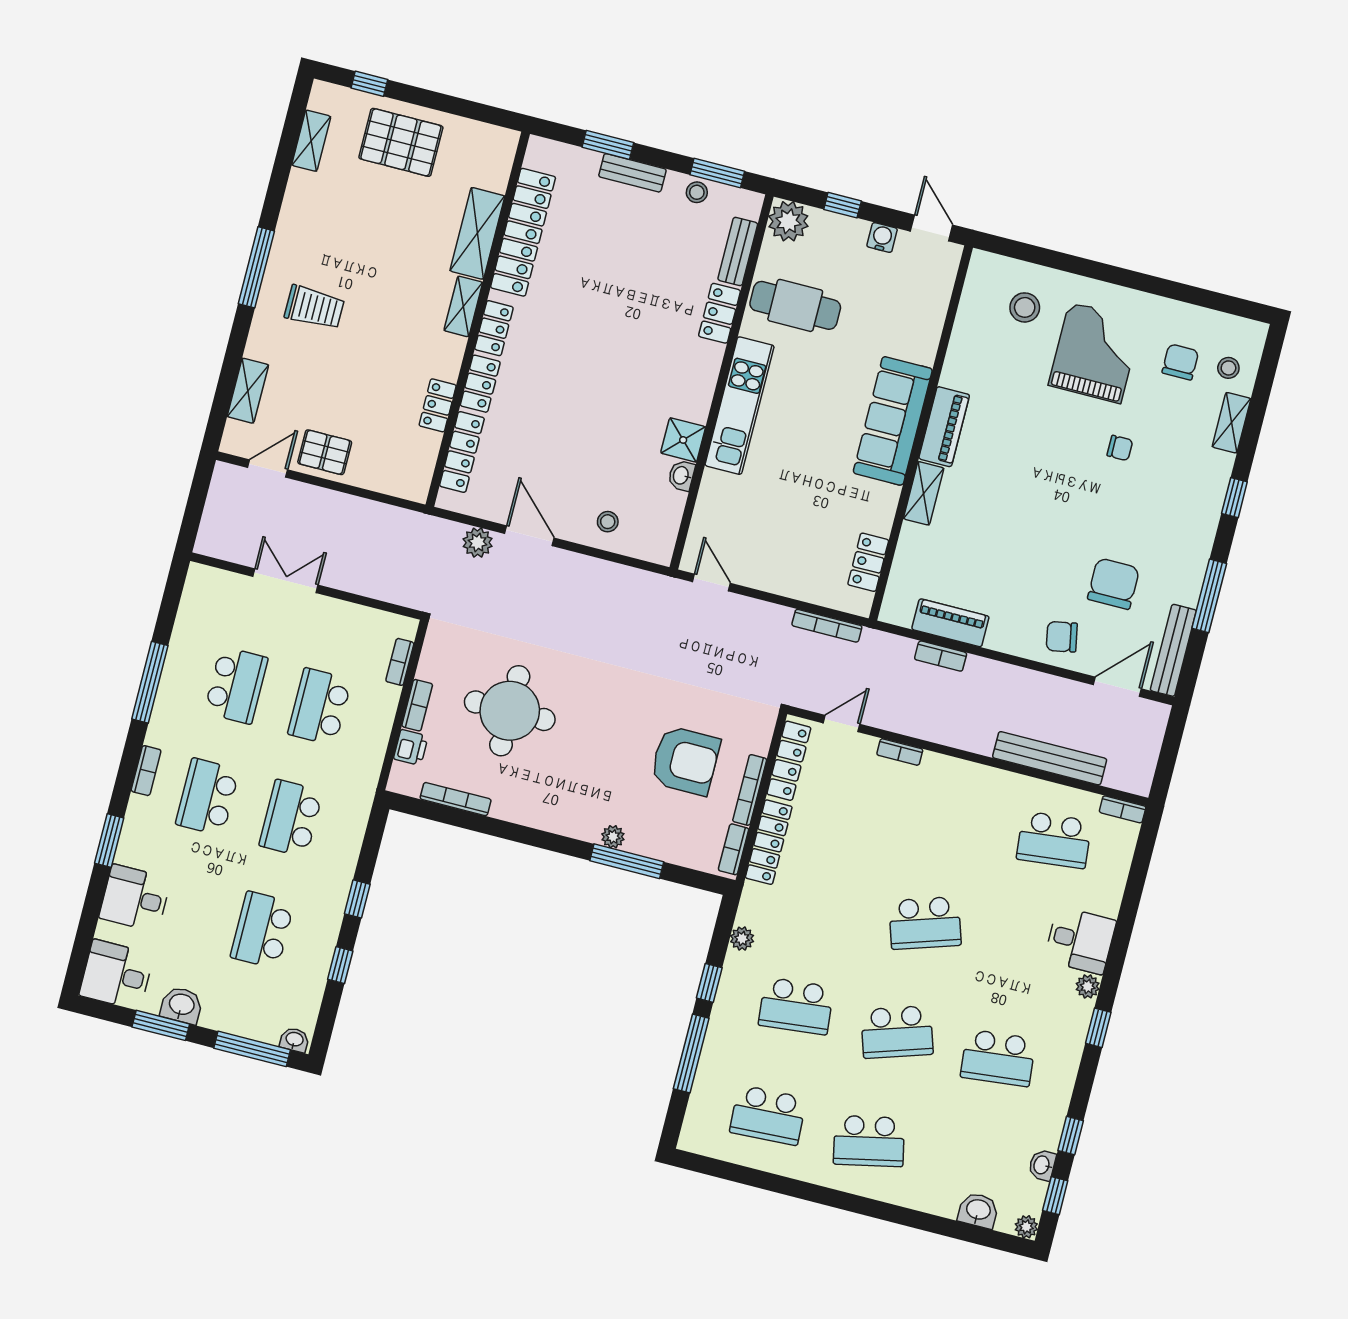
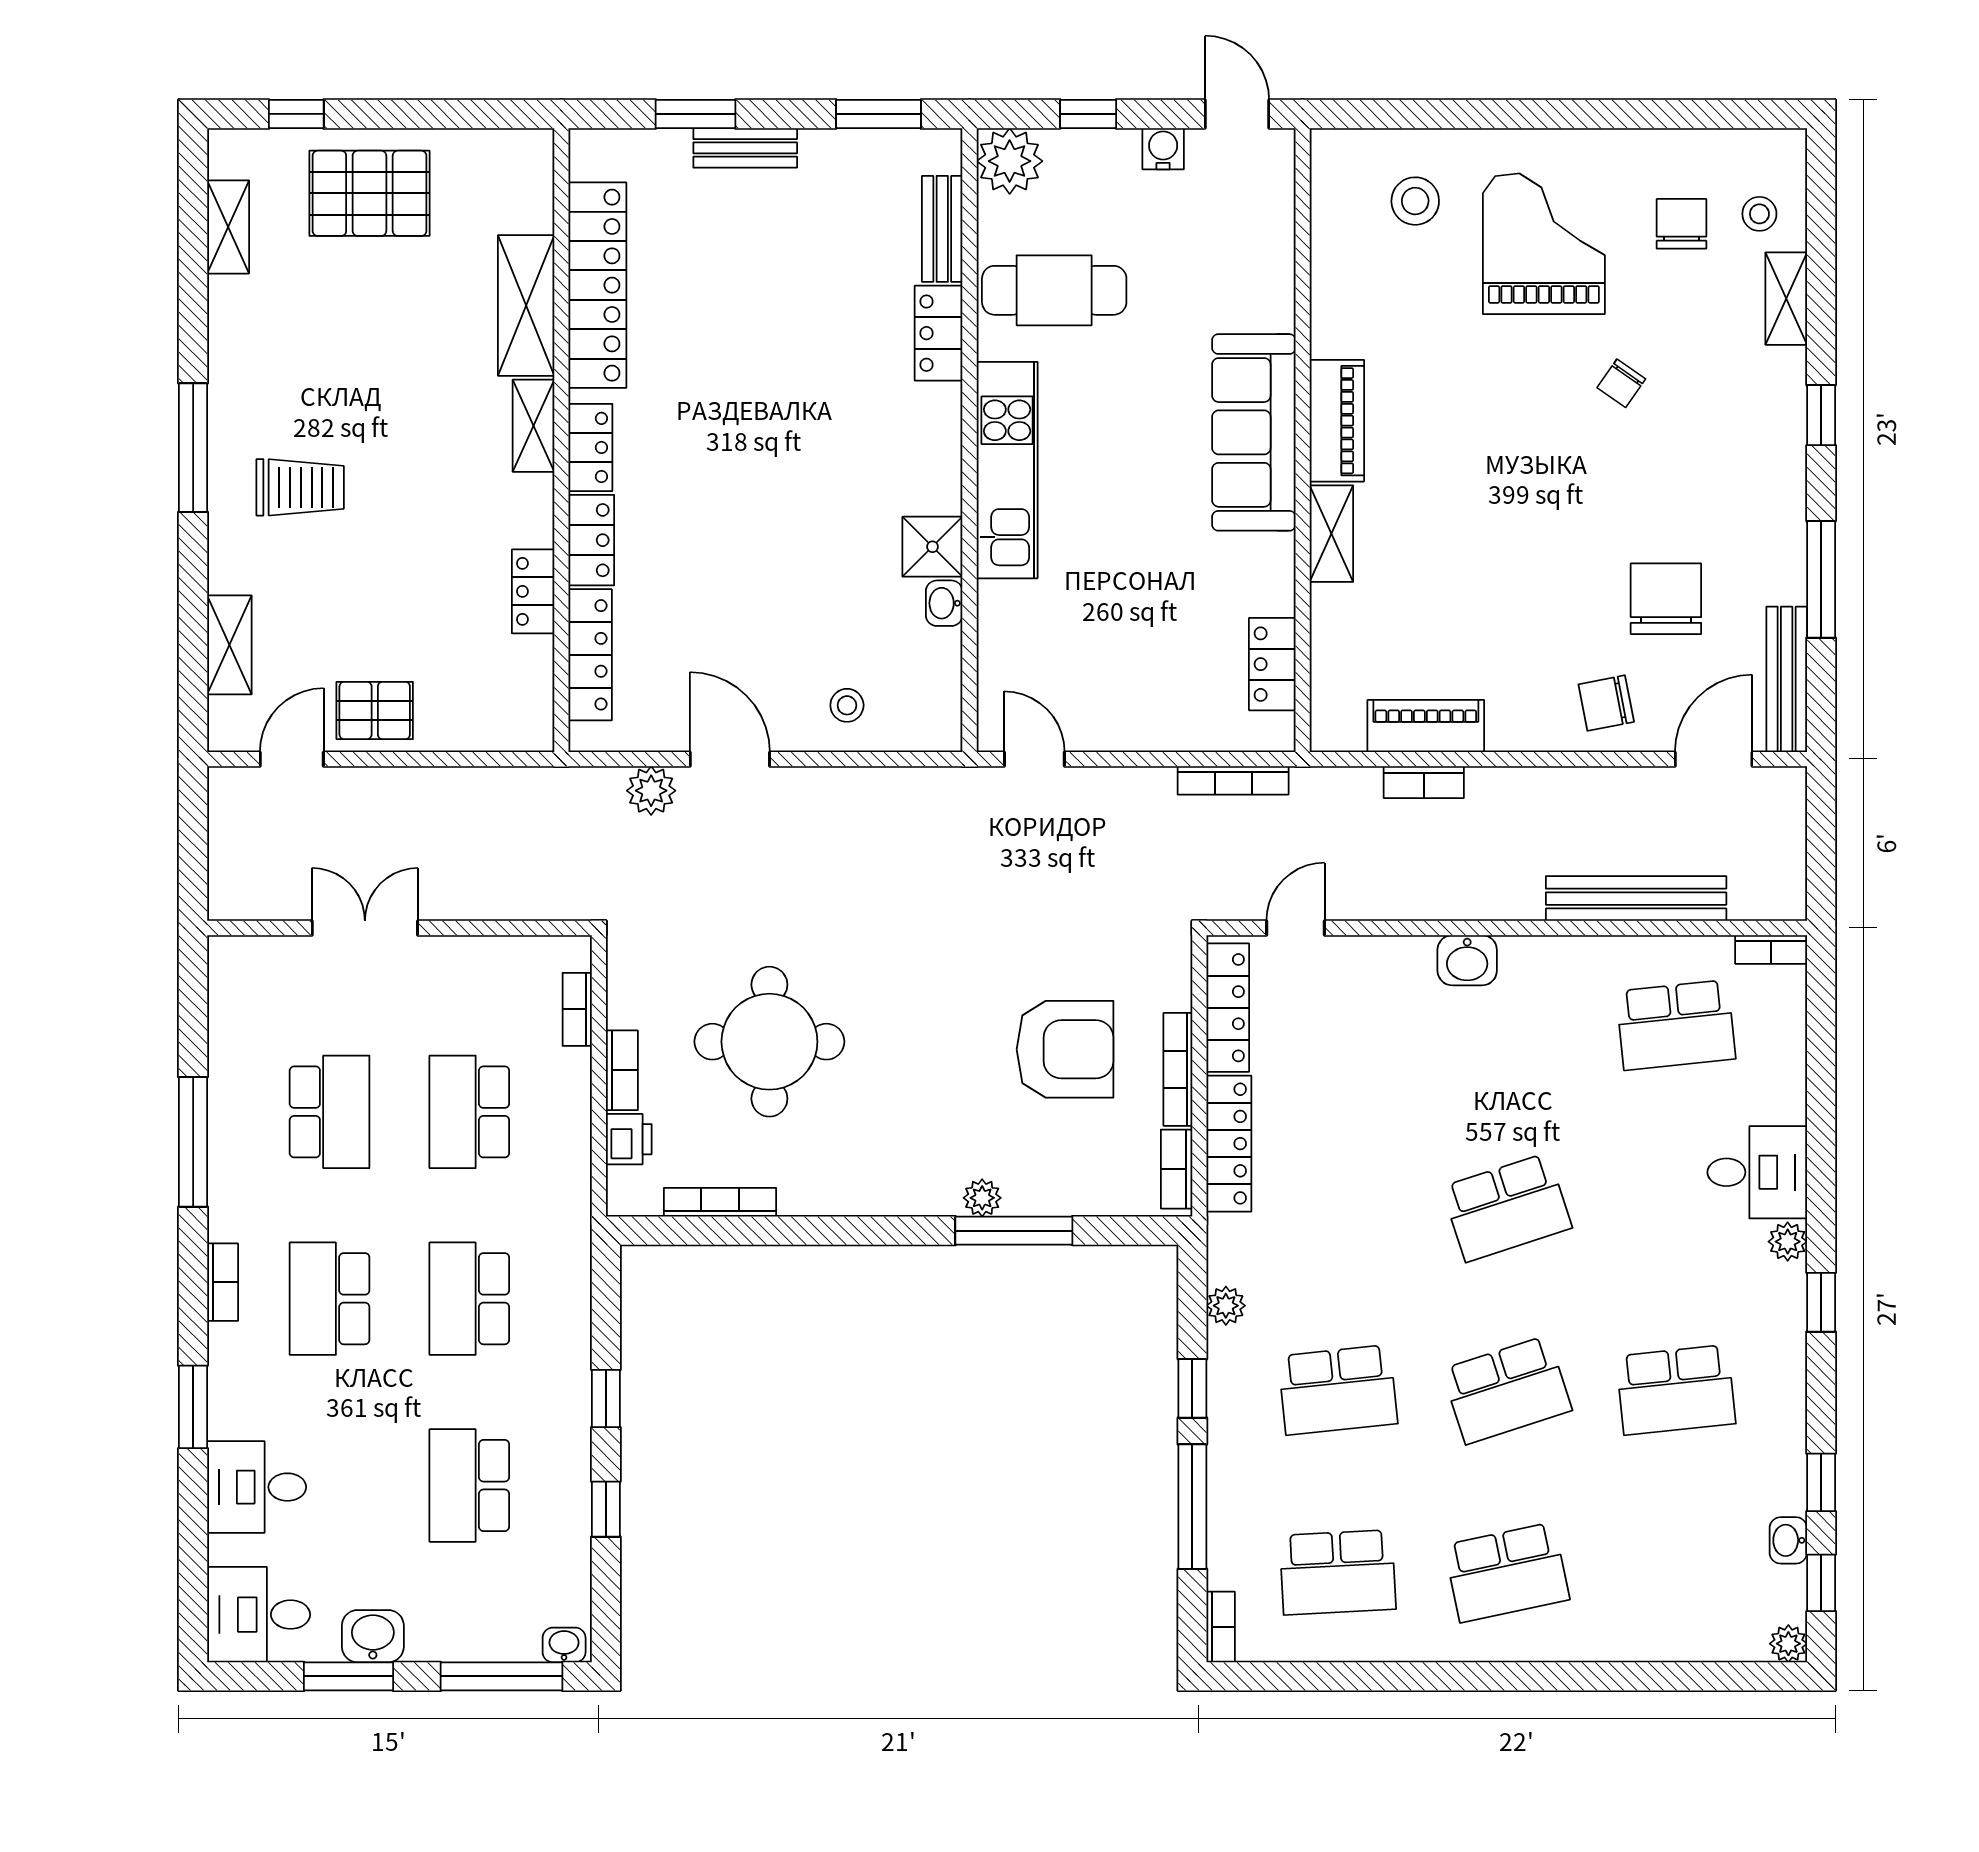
stool: (697, 192) -> (854, 152), removed
chair: (1120, 448) -> (1621, 383), turned 125
bookcase: (900, 752) -> (1221, 1627), moved, turned -90
washbasin: (978, 1210) -> (1467, 960), moved, turned 180

